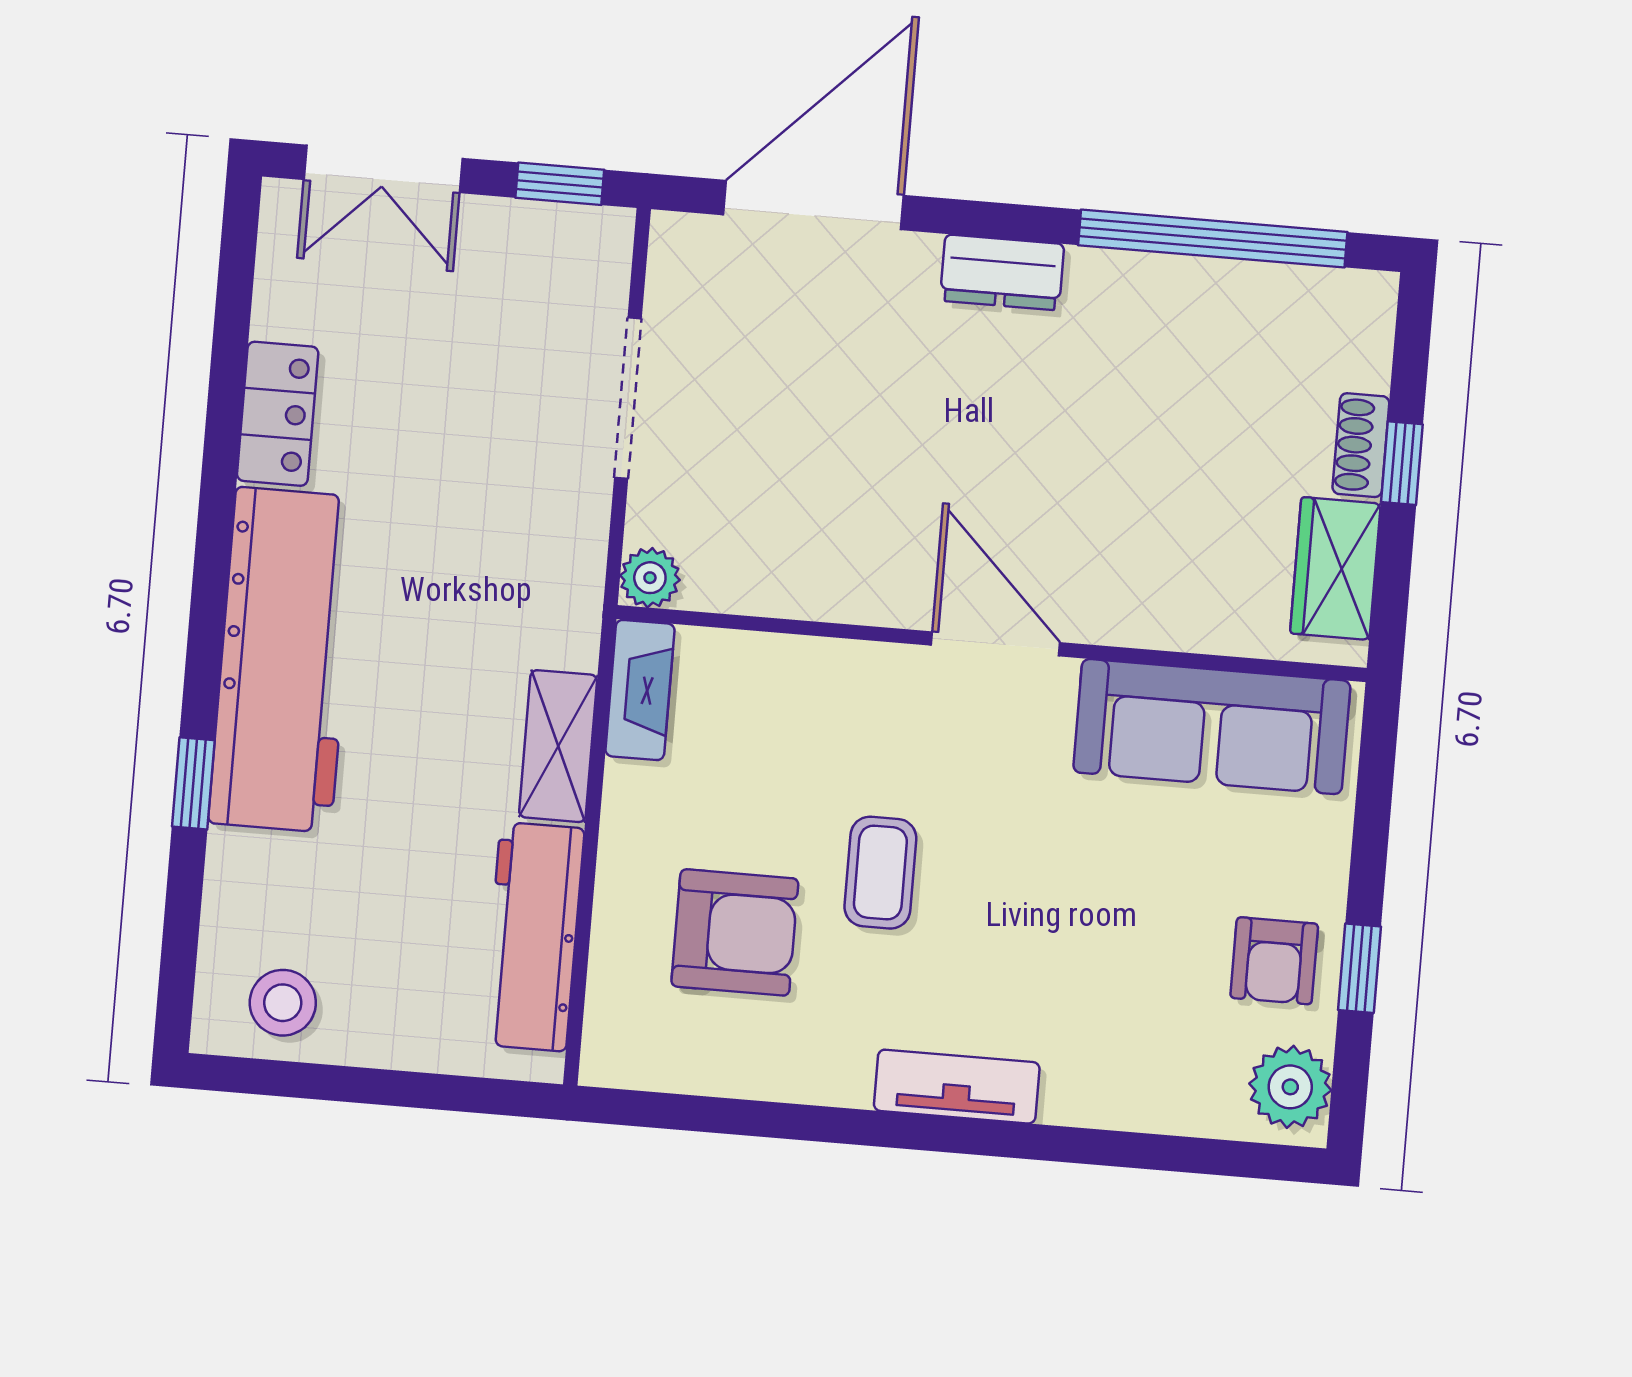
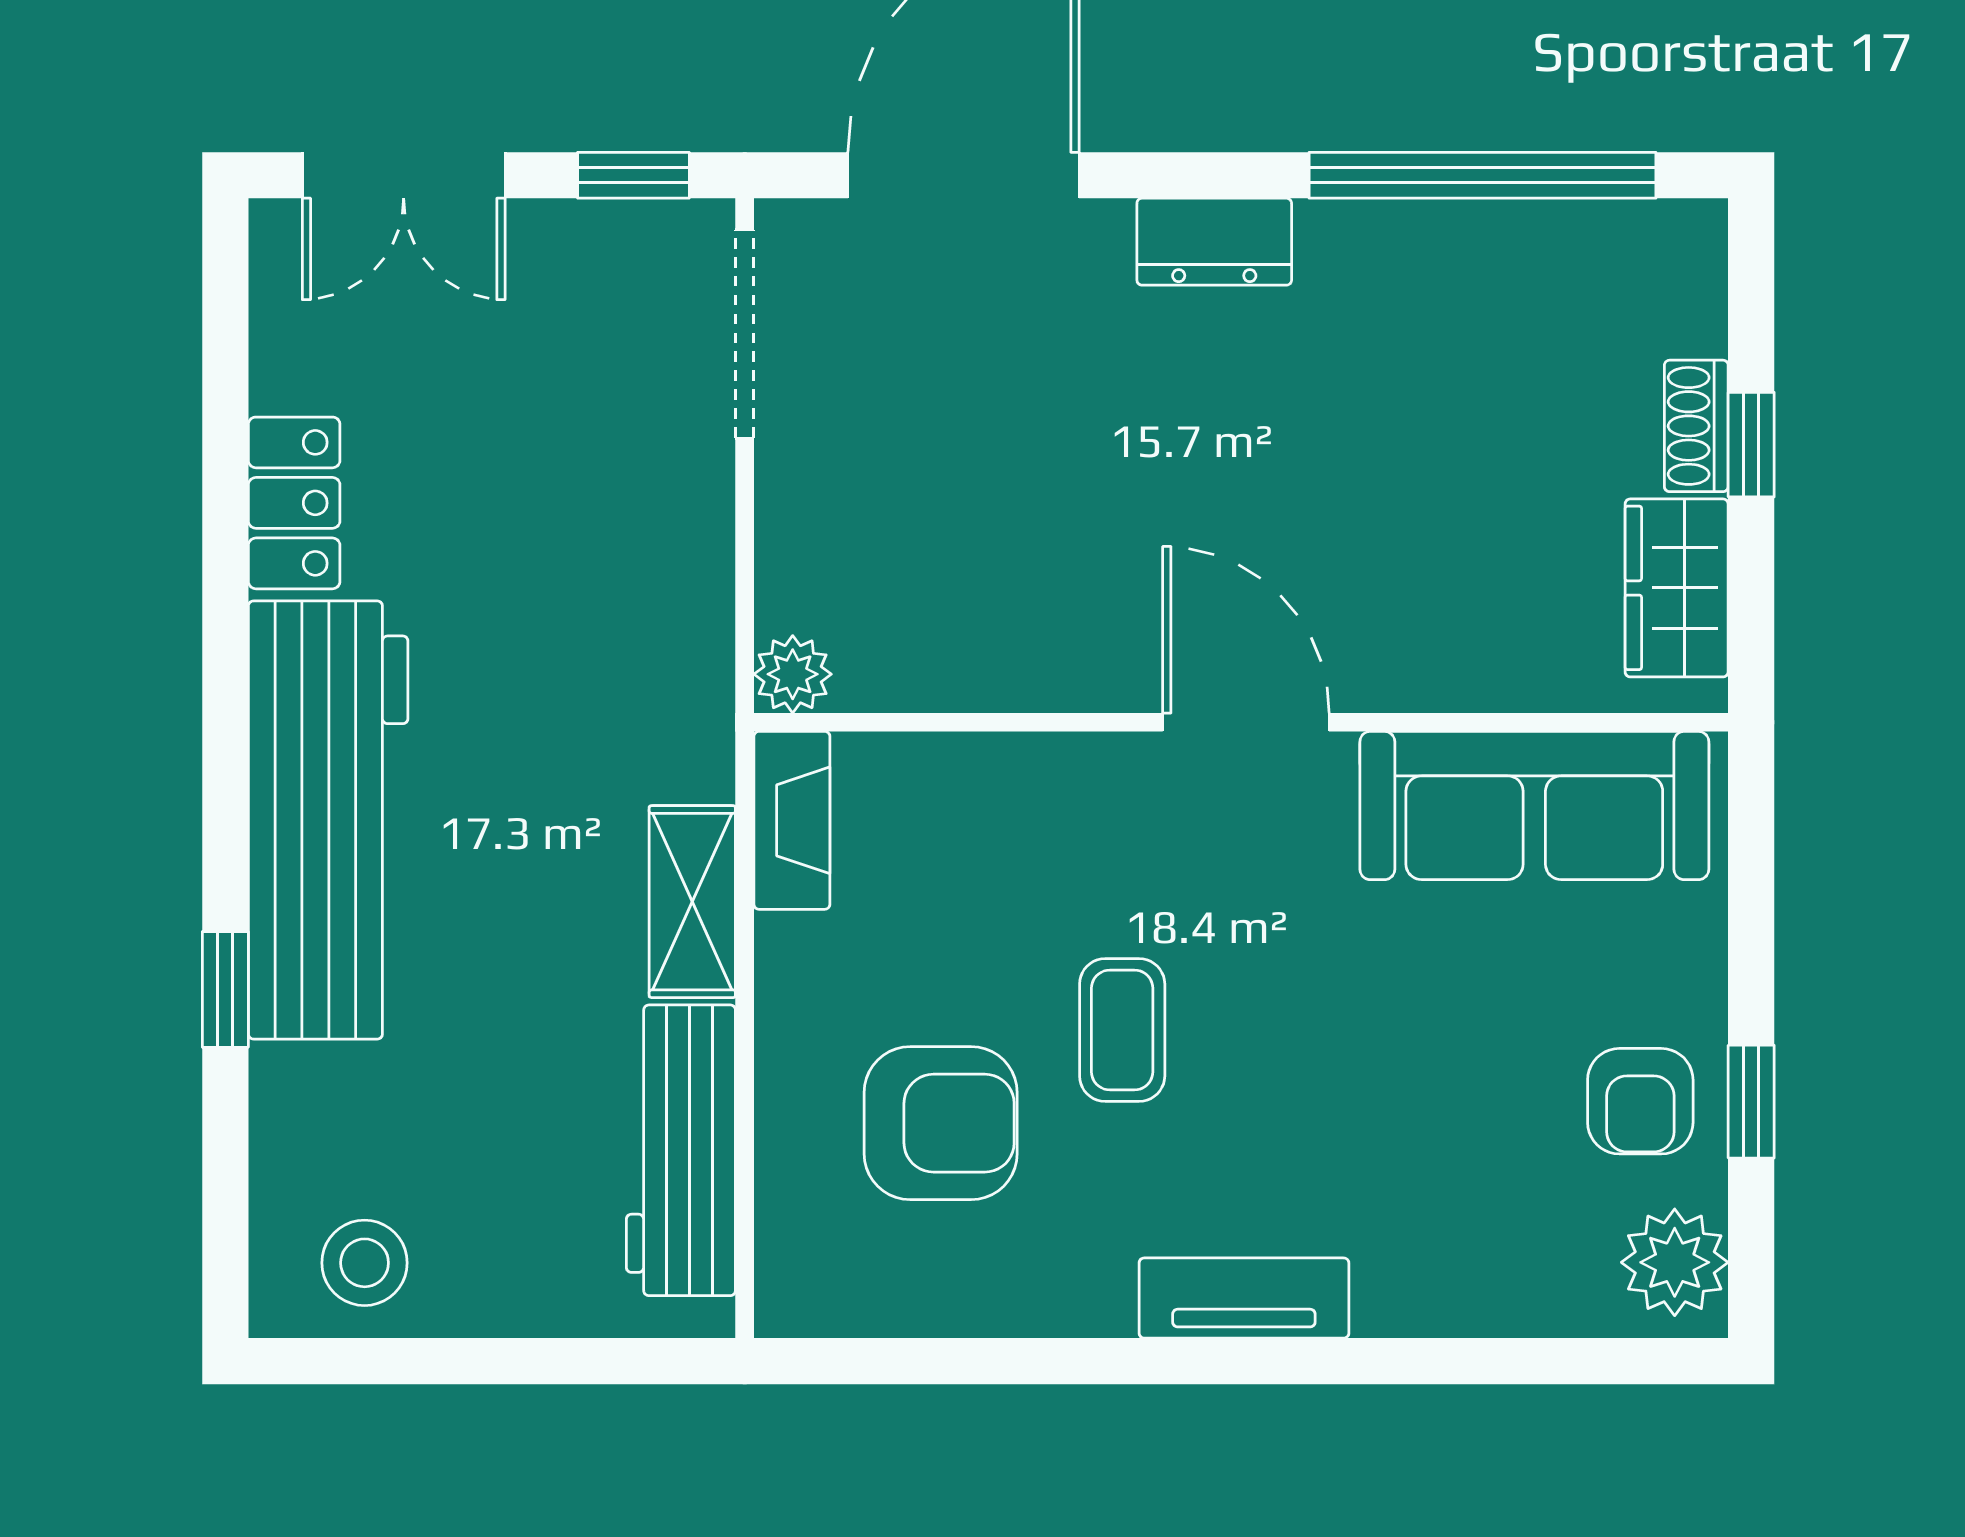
doorway: (628, 398) -> (745, 334), moved

